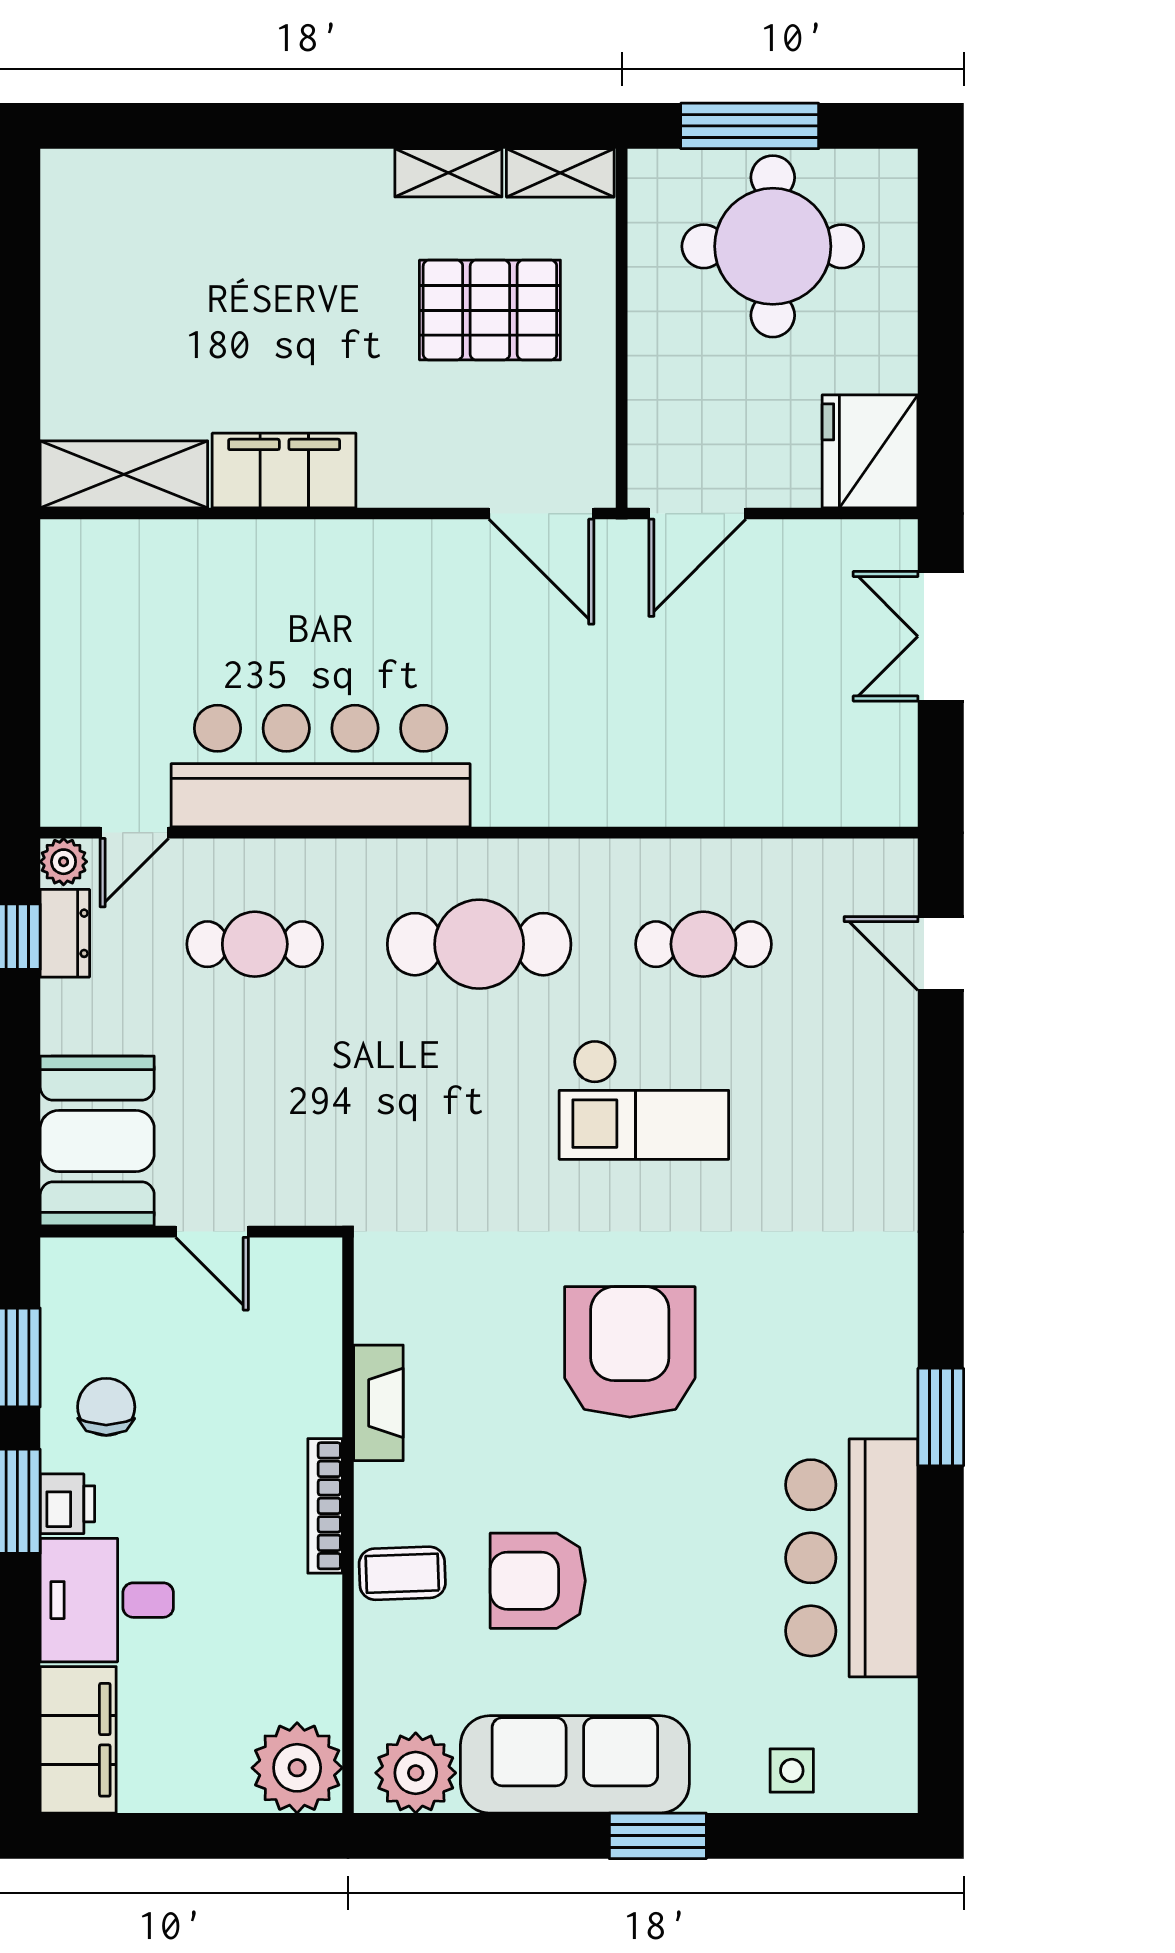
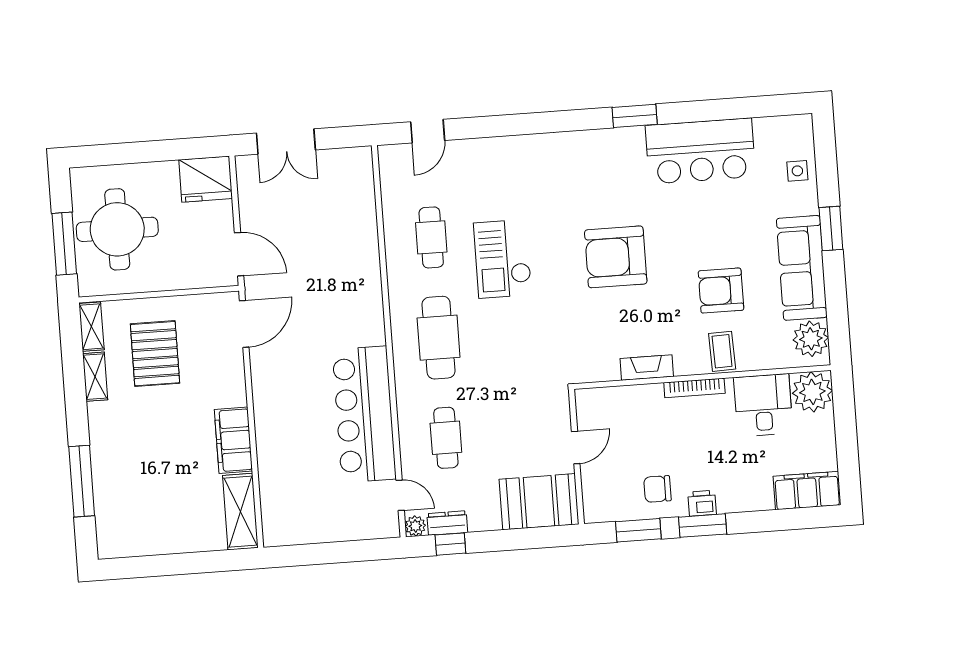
window: (218, 126) -> (82, 481), added
checkout: (644, 1100) -> (503, 259), turned 180
armchair: (538, 1581) -> (721, 291), turned 90
desk: (107, 1600) -> (763, 405), moved, turned 180

